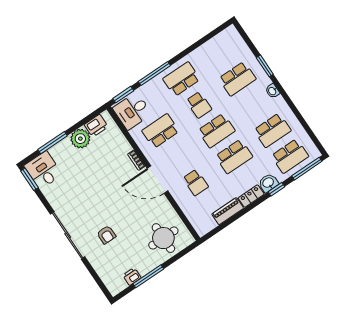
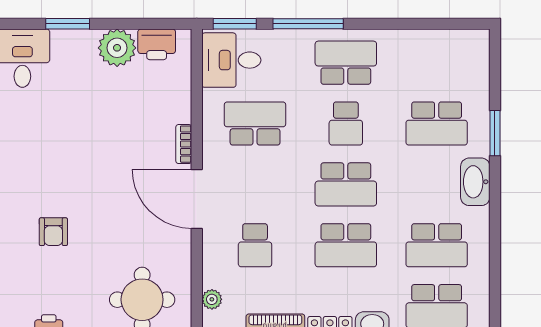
washbasin: (272, 91) -> (475, 182), width x1.91, depth x1.45
window: (53, 143) -> (68, 24), width x0.69
plant: (193, 218) -> (212, 299), added

